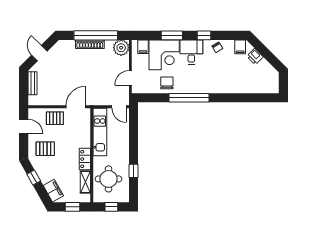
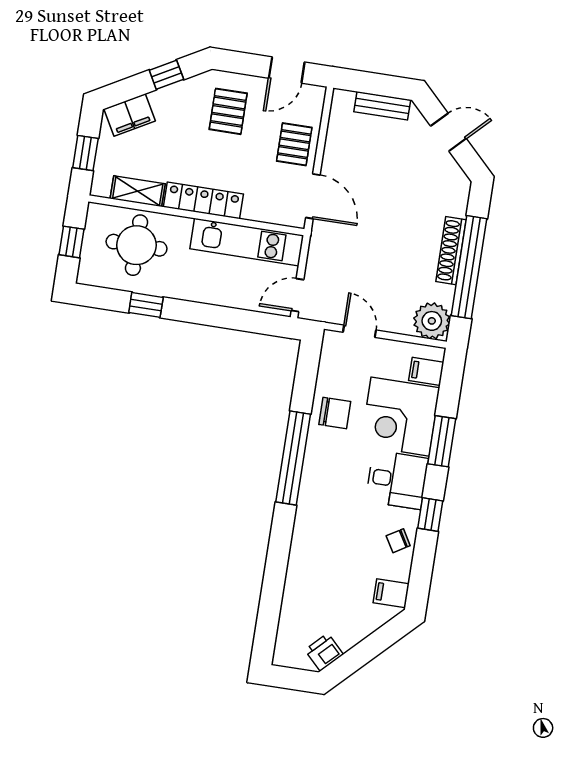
printer: (255, 57) -> (324, 652), moved
locker: (85, 159) -> (203, 200), width x1.53

